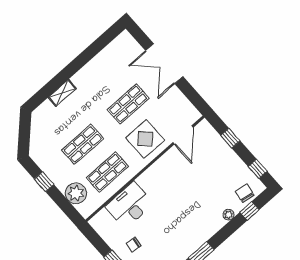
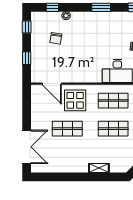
double door: (164, 64) -> (27, 147), moved
door: (183, 135) -> (52, 84), swing flipped
chair: (245, 193) -> (56, 38), moved

